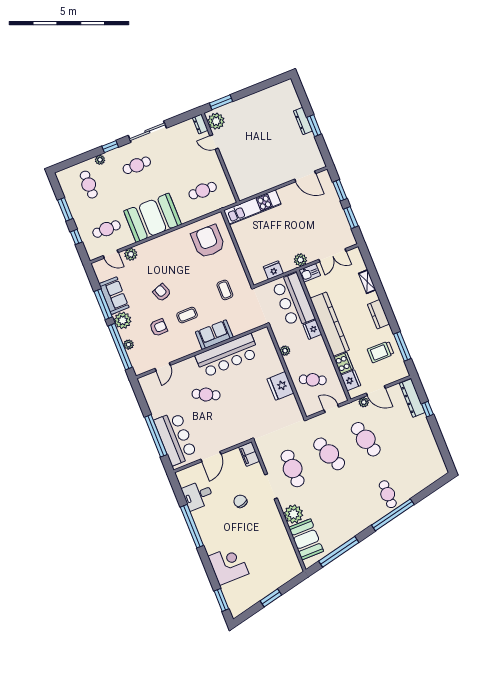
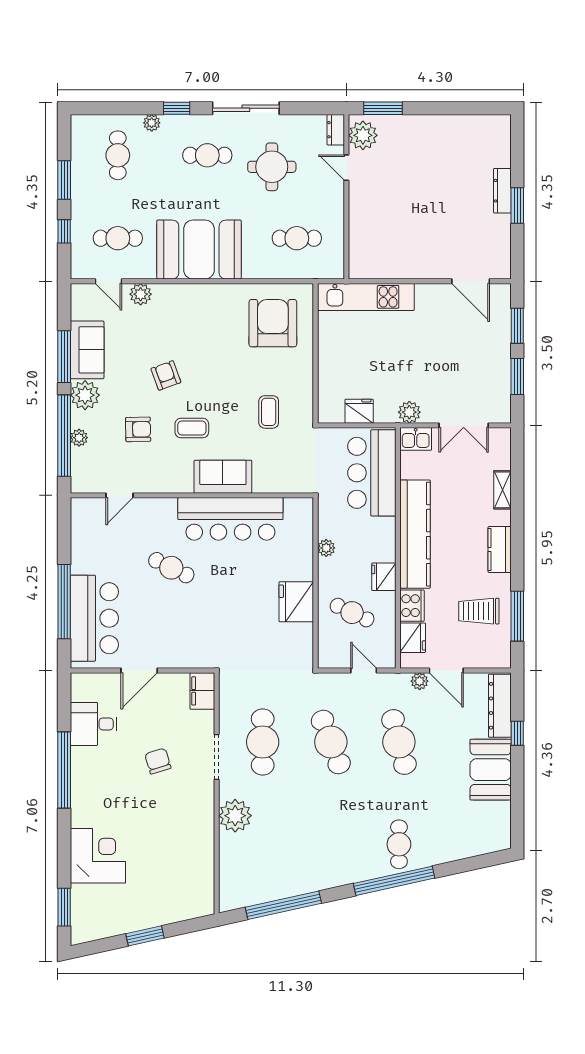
round table: (174, 158) -> (272, 167), added
fridge: (312, 330) -> (384, 577), moved
booth: (306, 539) -> (491, 770), moved

